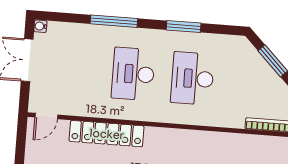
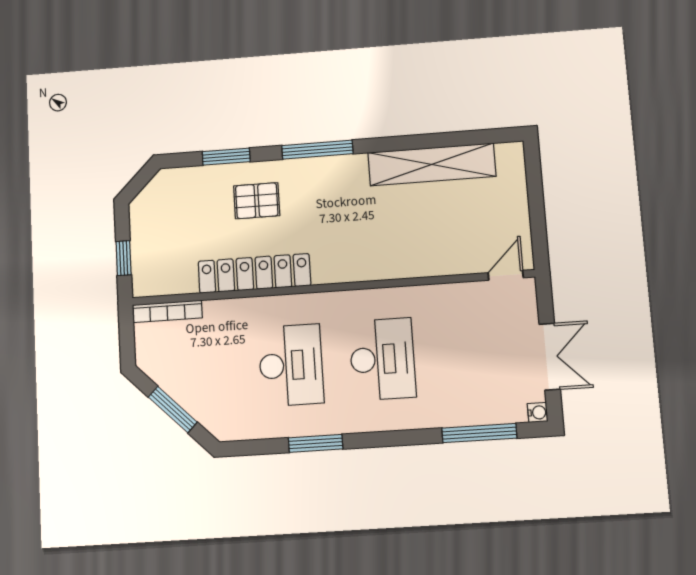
window: (114, 21) -> (479, 433), moved
locker: (107, 134) -> (254, 273), moved

